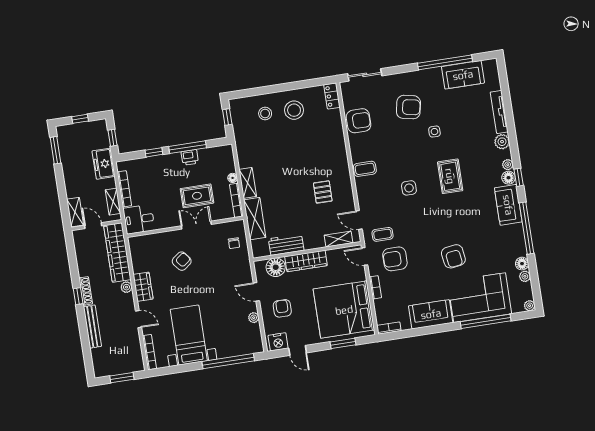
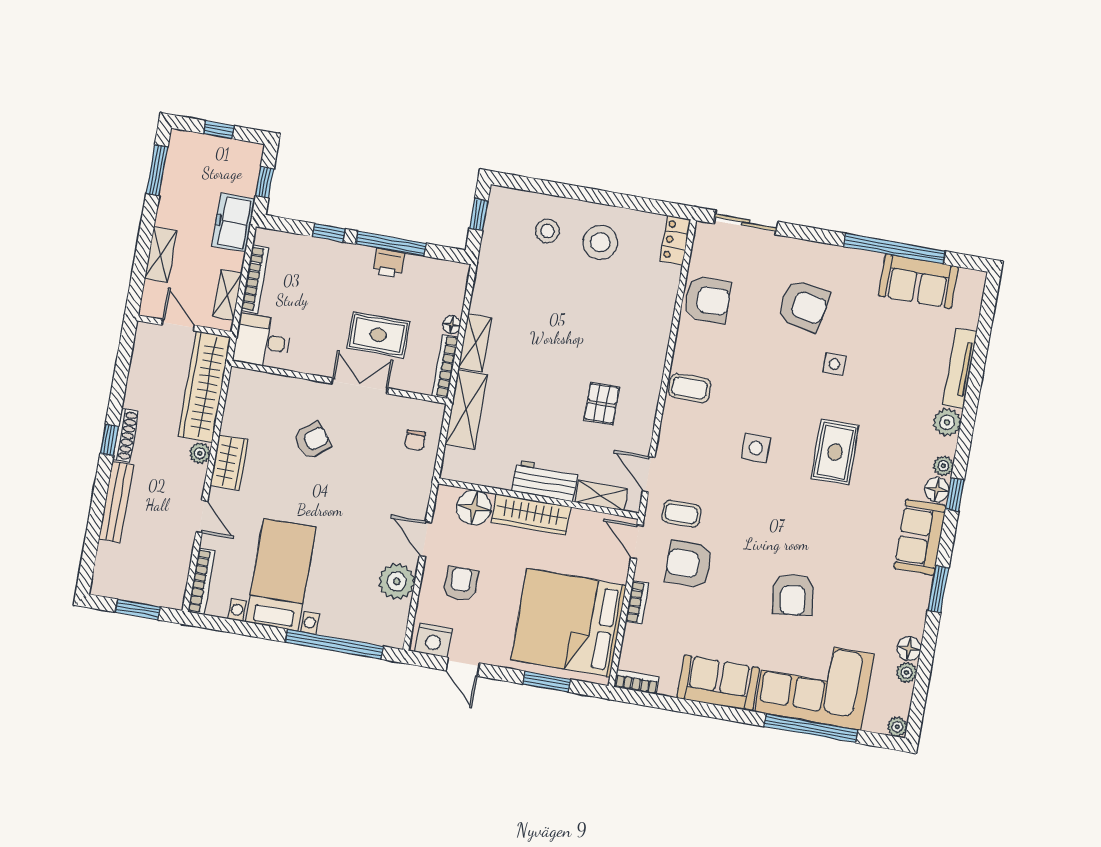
shelving: (75, 212) -> (161, 255), moved
window: (527, 228) -> (938, 589), width x0.47
workbench: (286, 245) -> (545, 481), moved
plant: (254, 318) -> (397, 581), width x1.87, depth x1.87

